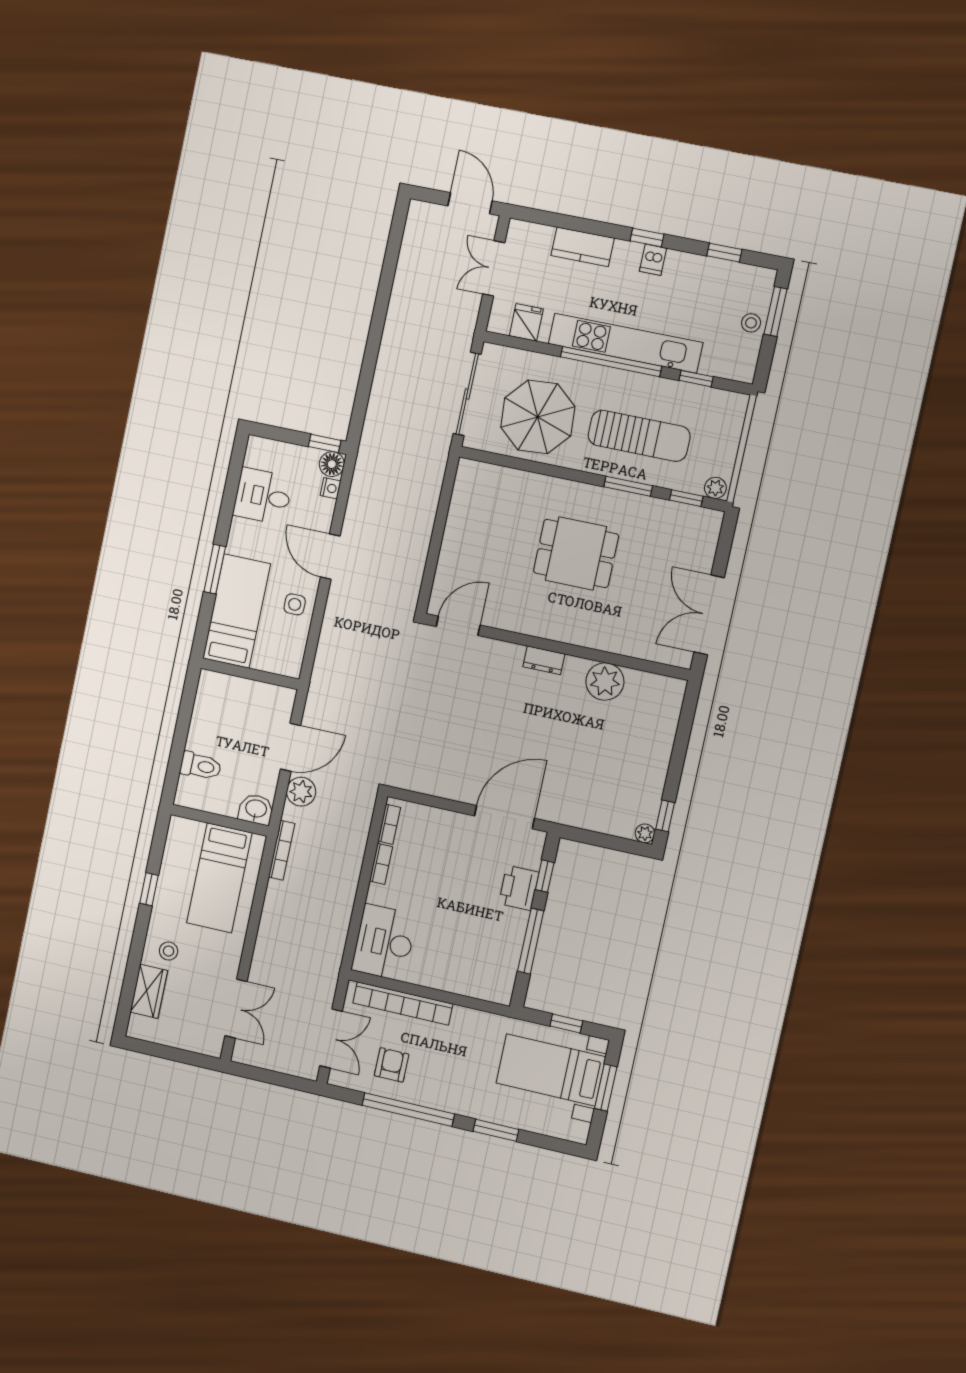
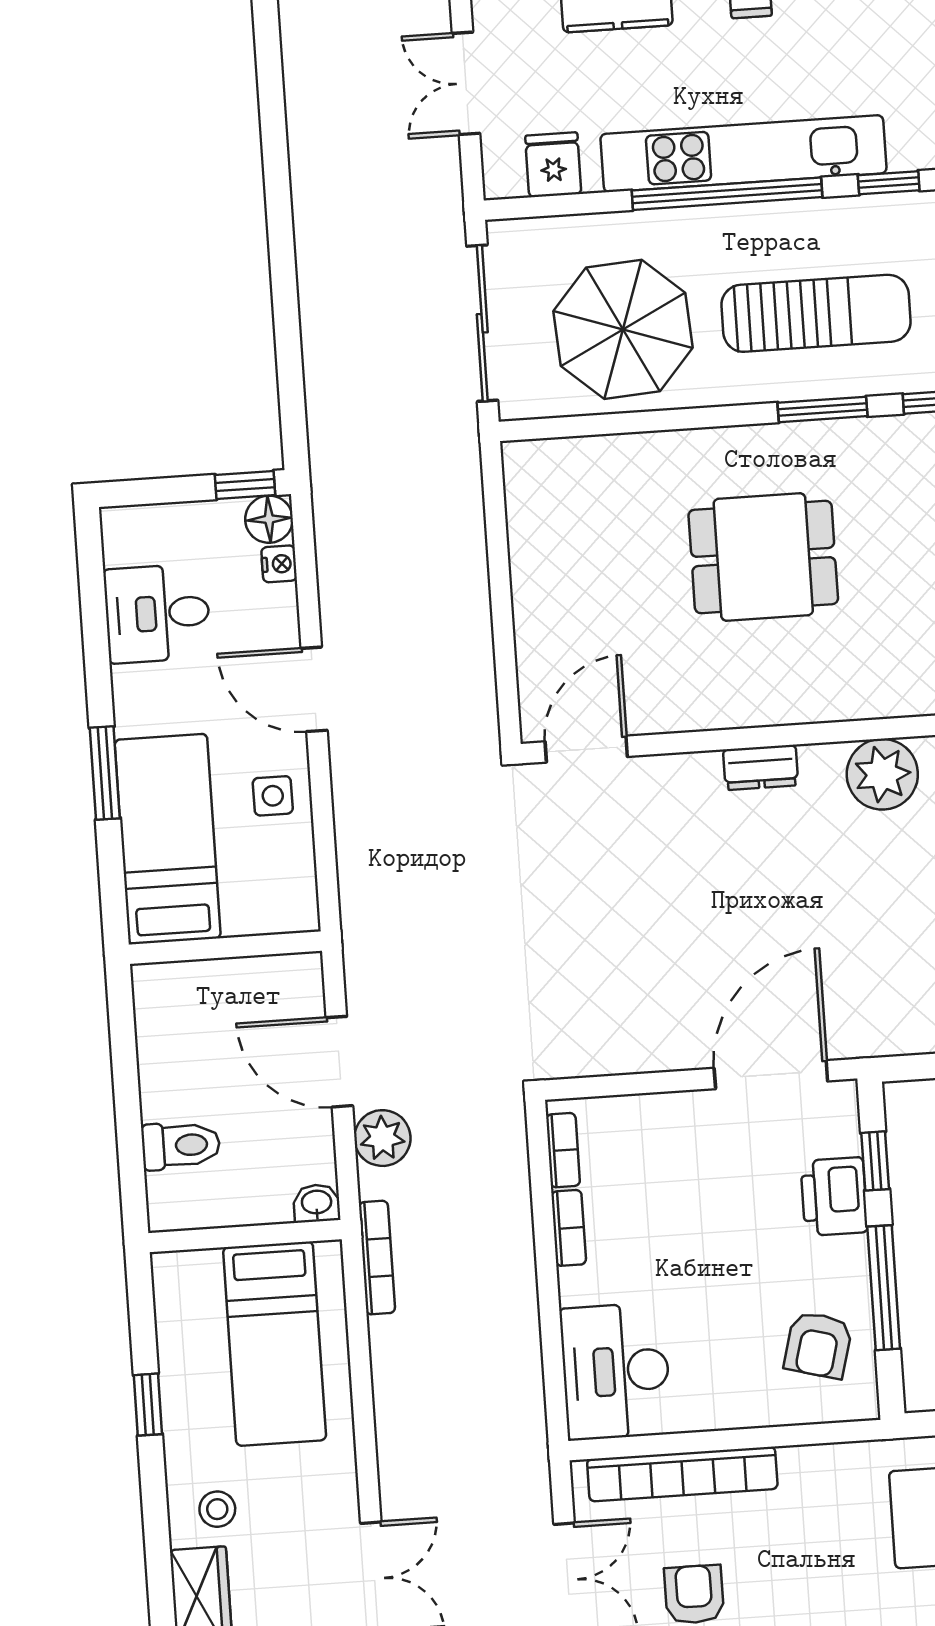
door: (290, 747) -> (339, 1062), swing flipped
washbasin: (256, 809) -> (317, 1203), width x0.72, depth x0.69
armchair: (489, 960) -> (818, 1345), added

